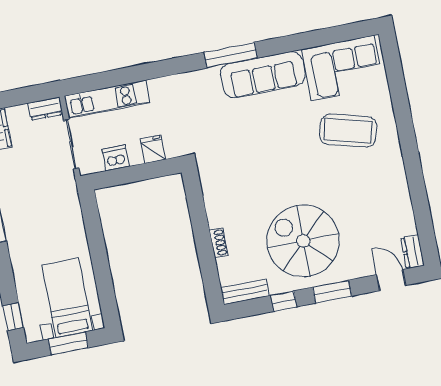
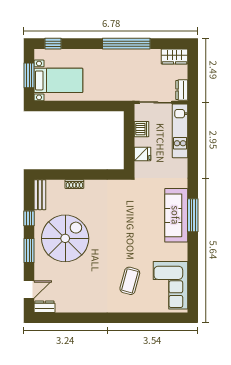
sofa: (263, 75) -> (176, 215), moved
coffee table: (348, 131) -> (130, 281), width x0.73, depth x0.76

